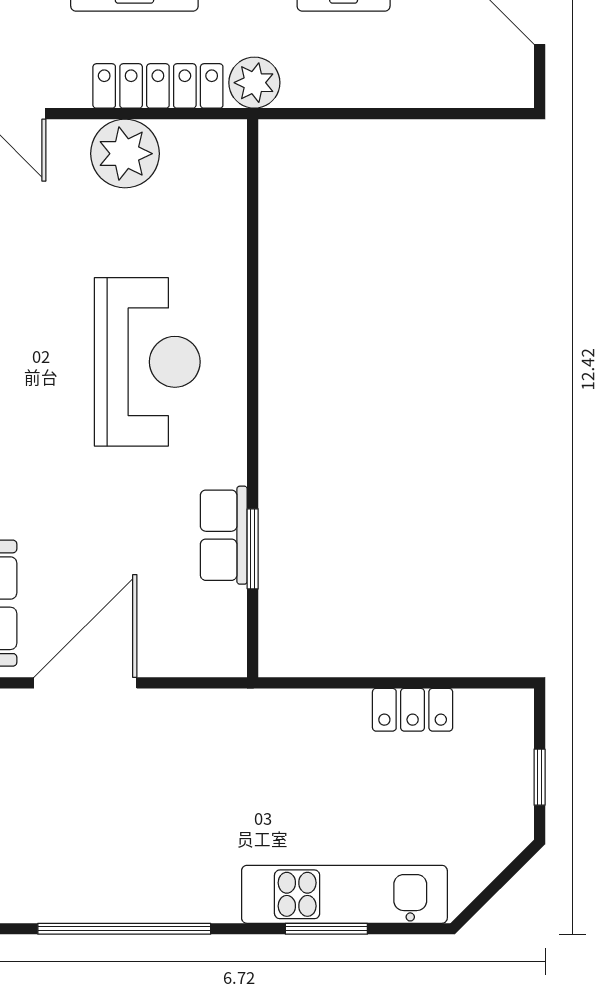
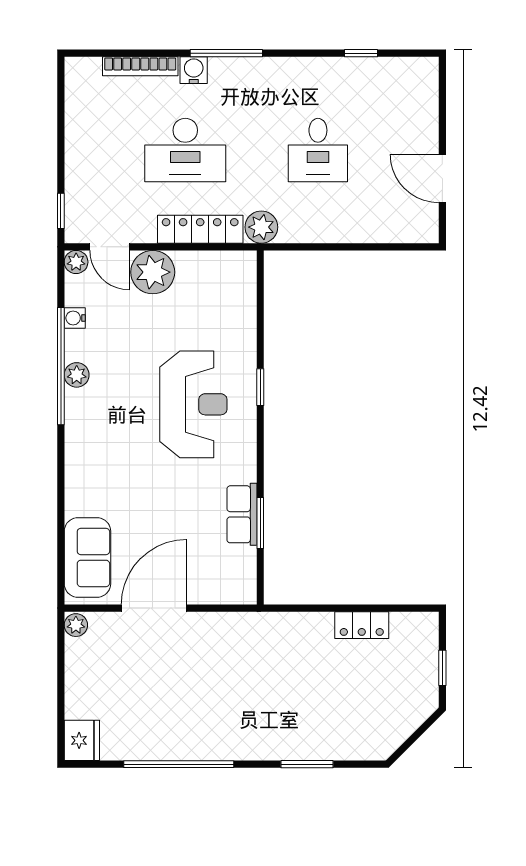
plant: (125, 154) -> (153, 272), moved
window: (253, 335) -> (260, 387), added
kitchen unit: (344, 894) -> (319, 742), removed

